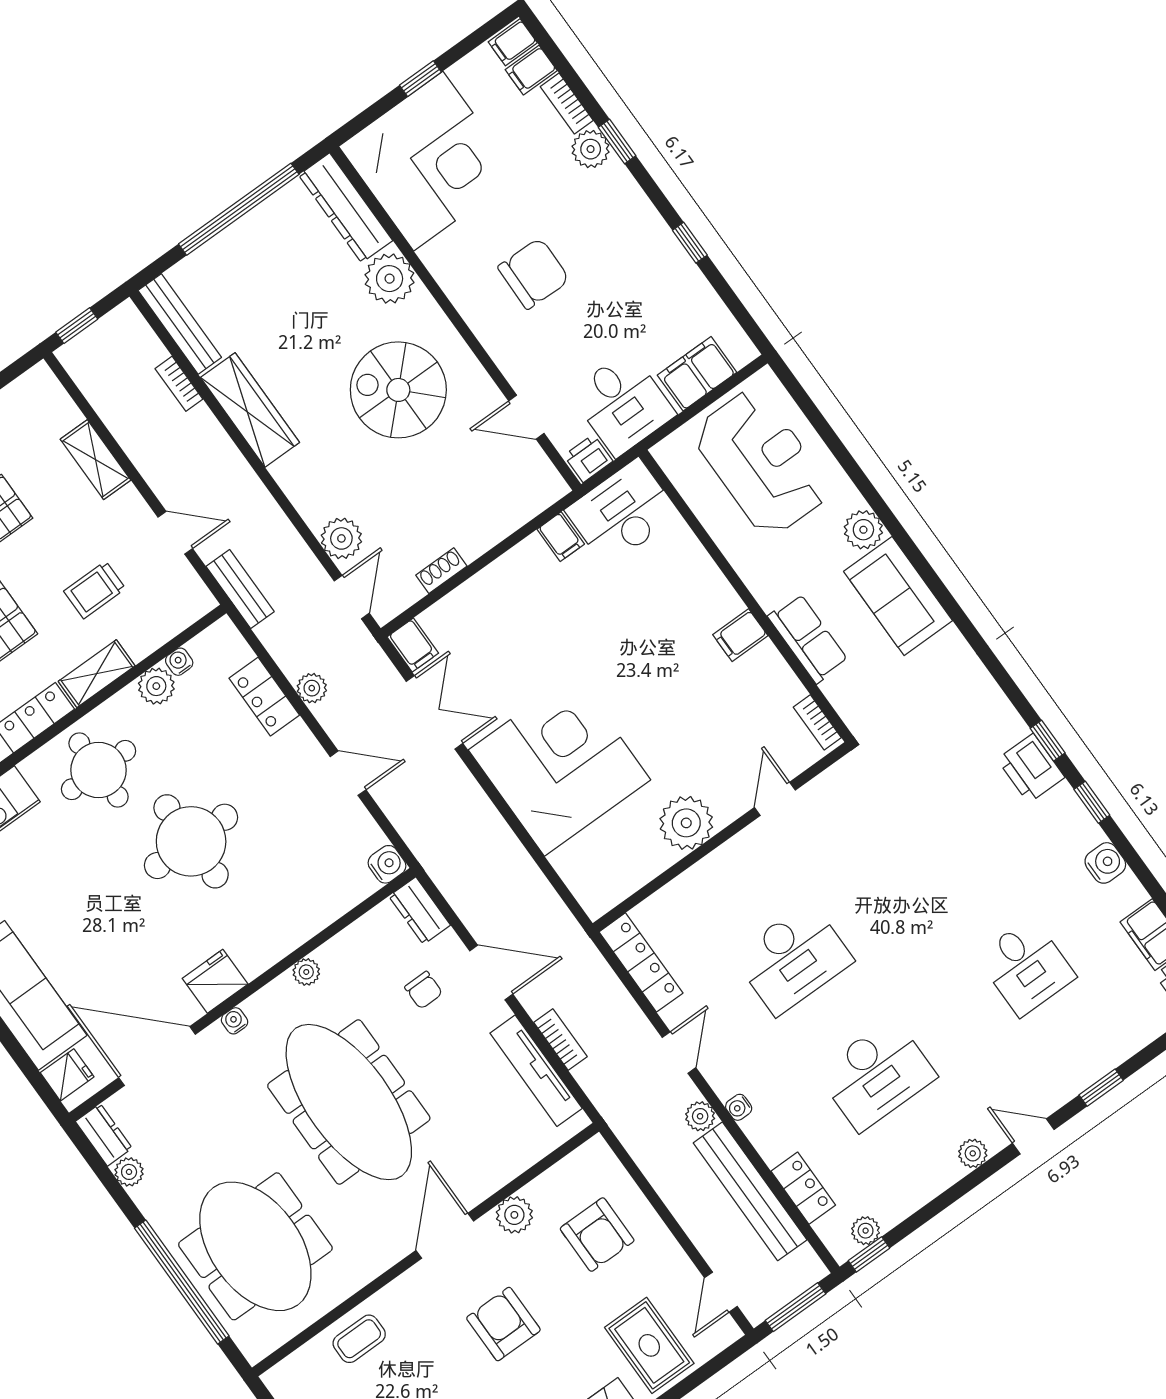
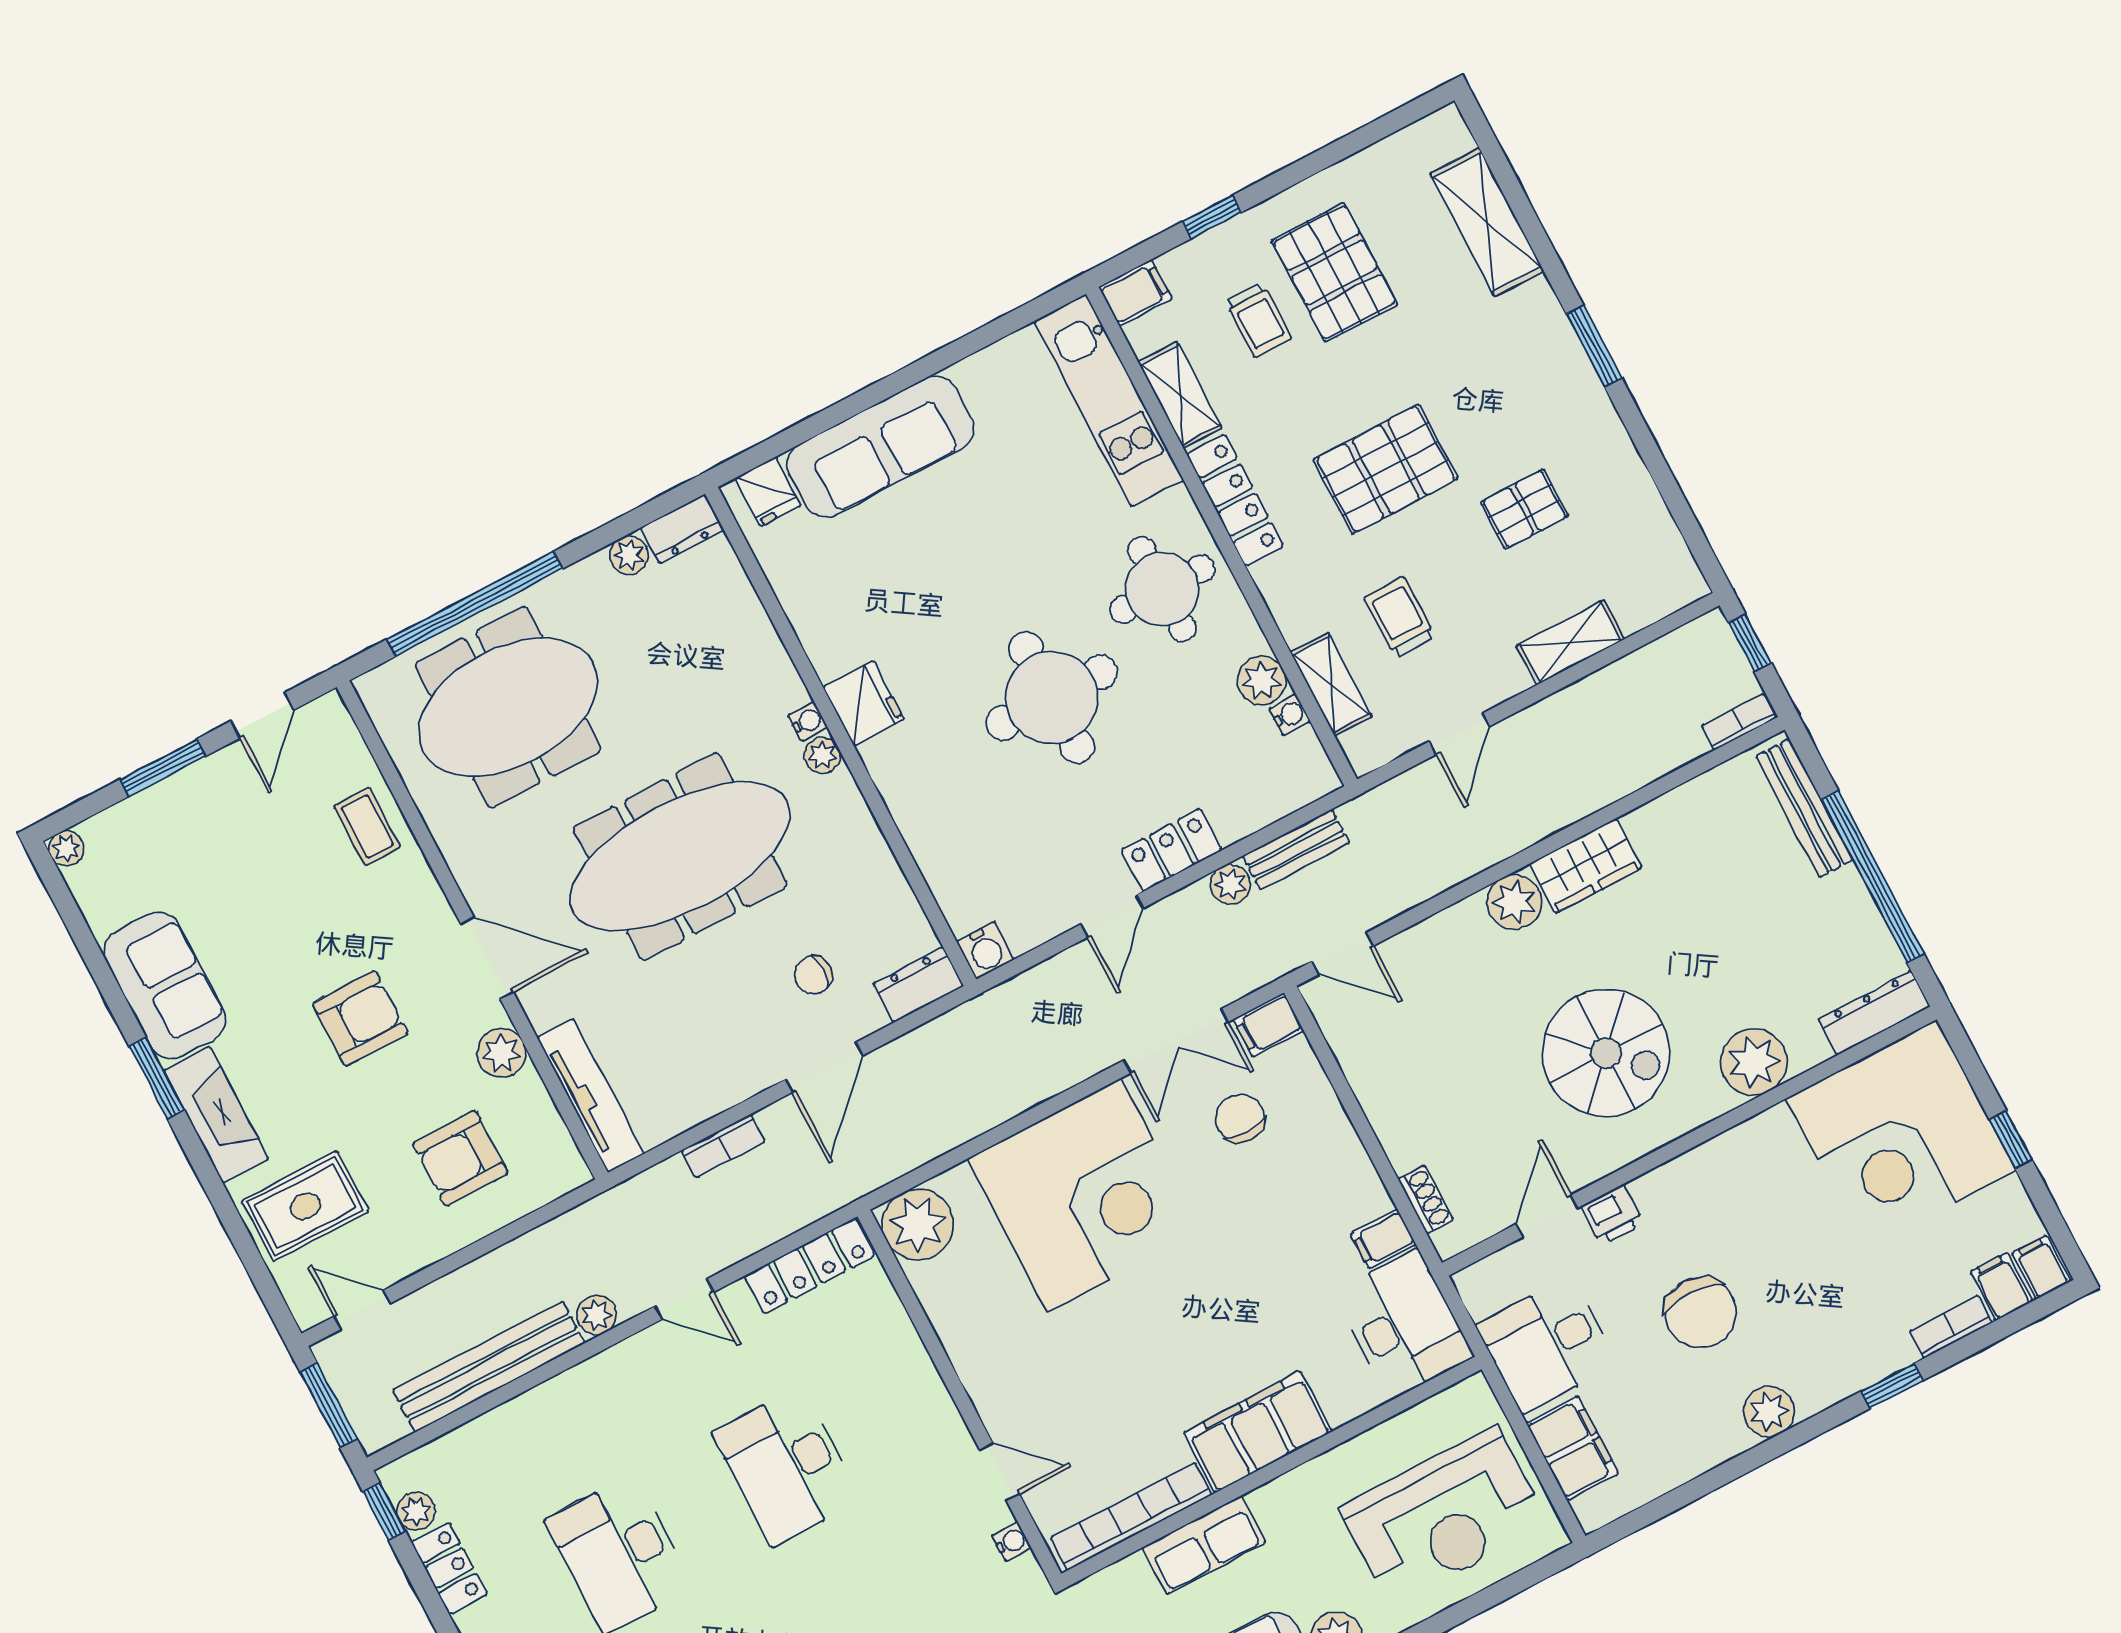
plant: (591, 149) -> (1769, 1412), moved
dresser: (346, 208) -> (1874, 1013), width x0.73, depth x0.80
window: (690, 243) -> (1746, 1463), removed
chair: (534, 274) -> (1700, 1313), moved
bench: (180, 324) -> (1804, 808), moved, turned 90
bookcase: (179, 384) -> (1739, 722), moved
spiral stairs: (398, 390) -> (1606, 1053), turned 90
wardrobe: (250, 410) -> (1585, 866), width x0.67
printer: (588, 458) -> (1612, 1215), moved, turned 90
plant: (341, 538) -> (1514, 902), moved
shoe rack: (441, 571) -> (1426, 1199), moved
bench: (240, 589) -> (1296, 849), moved
filing cabinet: (740, 635) -> (1258, 1432), width x3.00, depth x1.17
chair: (486, 656) -> (1240, 1118), added
shelving: (97, 674) -> (1331, 685), moved
locker: (264, 697) -> (1172, 850), moved
bookcase: (817, 722) -> (1131, 1516), width x2.31, depth x1.31
plant: (686, 823) -> (918, 1225), moved
plant: (306, 972) -> (822, 755), moved
door: (157, 1056) -> (776, 613), removed
tv unit: (536, 1071) -> (591, 1096), moved, turned 90
water cooler: (739, 1107) -> (1012, 1542), moved, turned 90
locker: (803, 1188) -> (449, 1568), moved, turned -90

